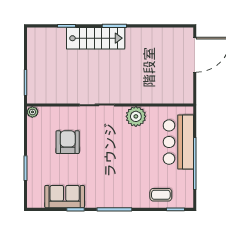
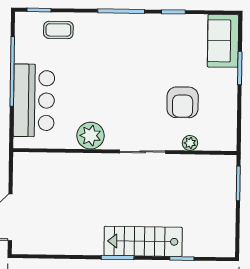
plant: (32, 112) -> (190, 143), moved
sofa: (65, 197) -> (223, 41), moved, turned 90

